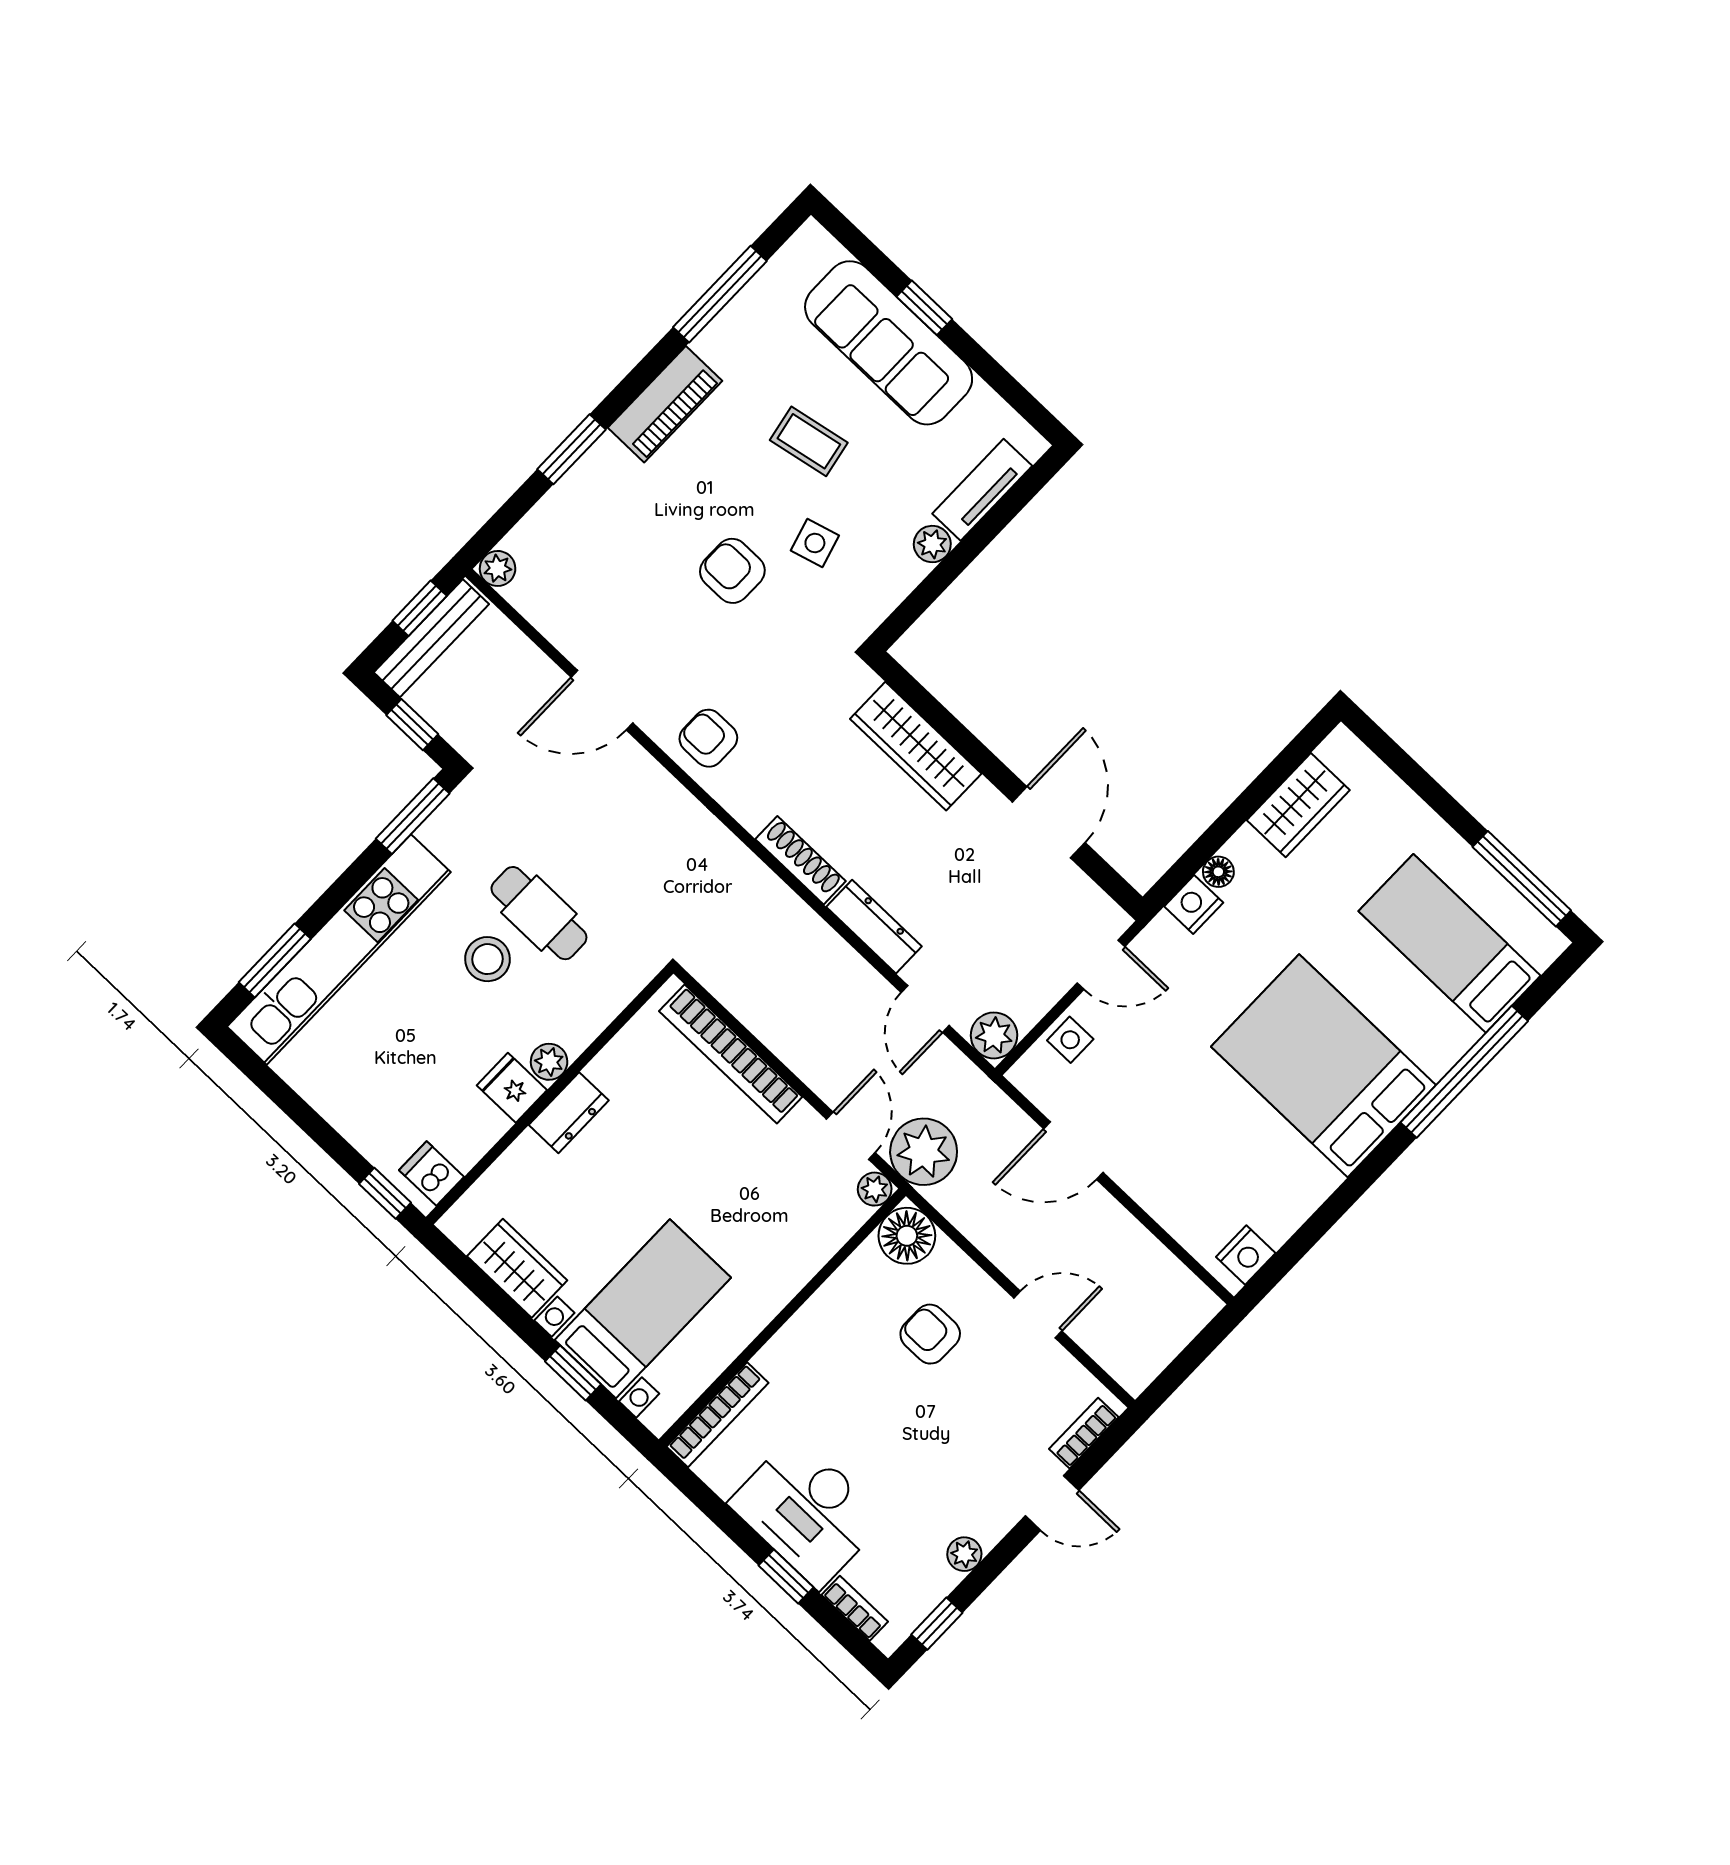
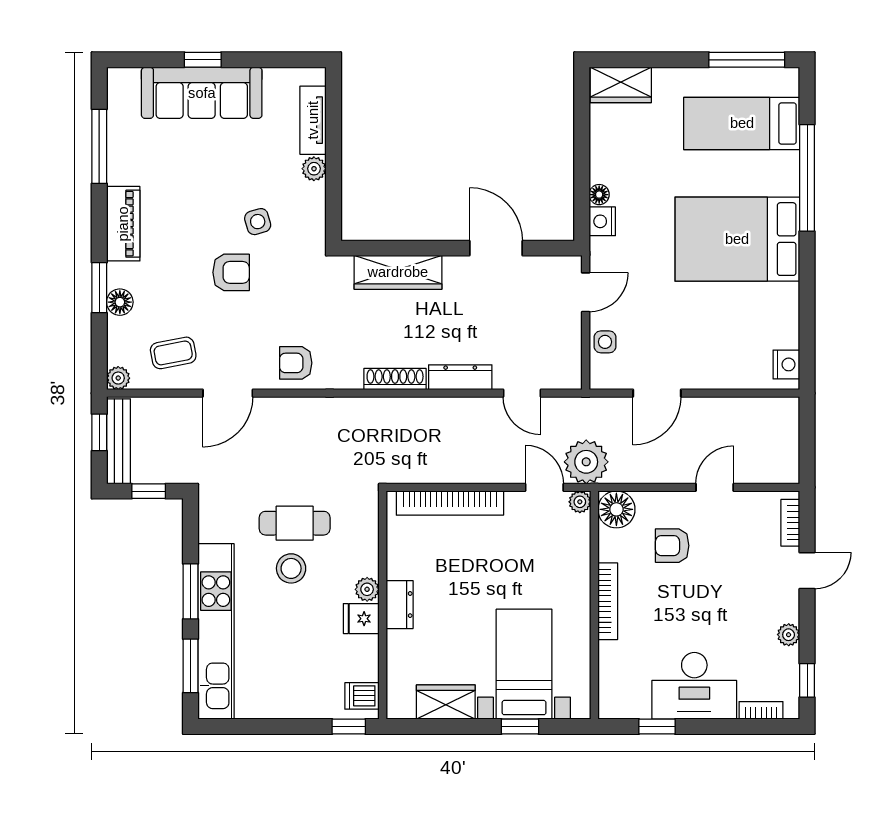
coffee table: (809, 441) -> (173, 353), moved
floor lamp: (579, 487) -> (120, 302), added
armchair: (732, 571) -> (231, 272), turned 180
wardrobe: (1298, 805) -> (621, 85), moved, turned 90
window: (413, 816) -> (190, 591), moved
plant: (994, 1035) -> (567, 374), removed
bookcase: (718, 1415) -> (608, 601), moved
window: (786, 1576) -> (657, 726), moved

